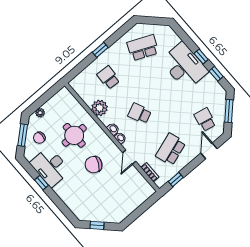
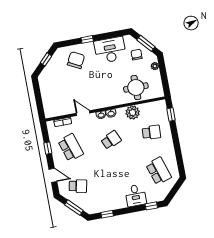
school desk: (143, 48) -> (159, 171), turned -42
window: (100, 50) -> (171, 114), moved
window: (201, 57) -> (151, 206), moved
desk: (184, 66) -> (136, 195), width x0.53, depth x0.77
round table: (74, 135) -> (136, 87), moved
chair: (94, 165) -> (76, 60), moved
window: (176, 180) -> (48, 148), moved
window: (41, 183) -> (87, 39), moved

